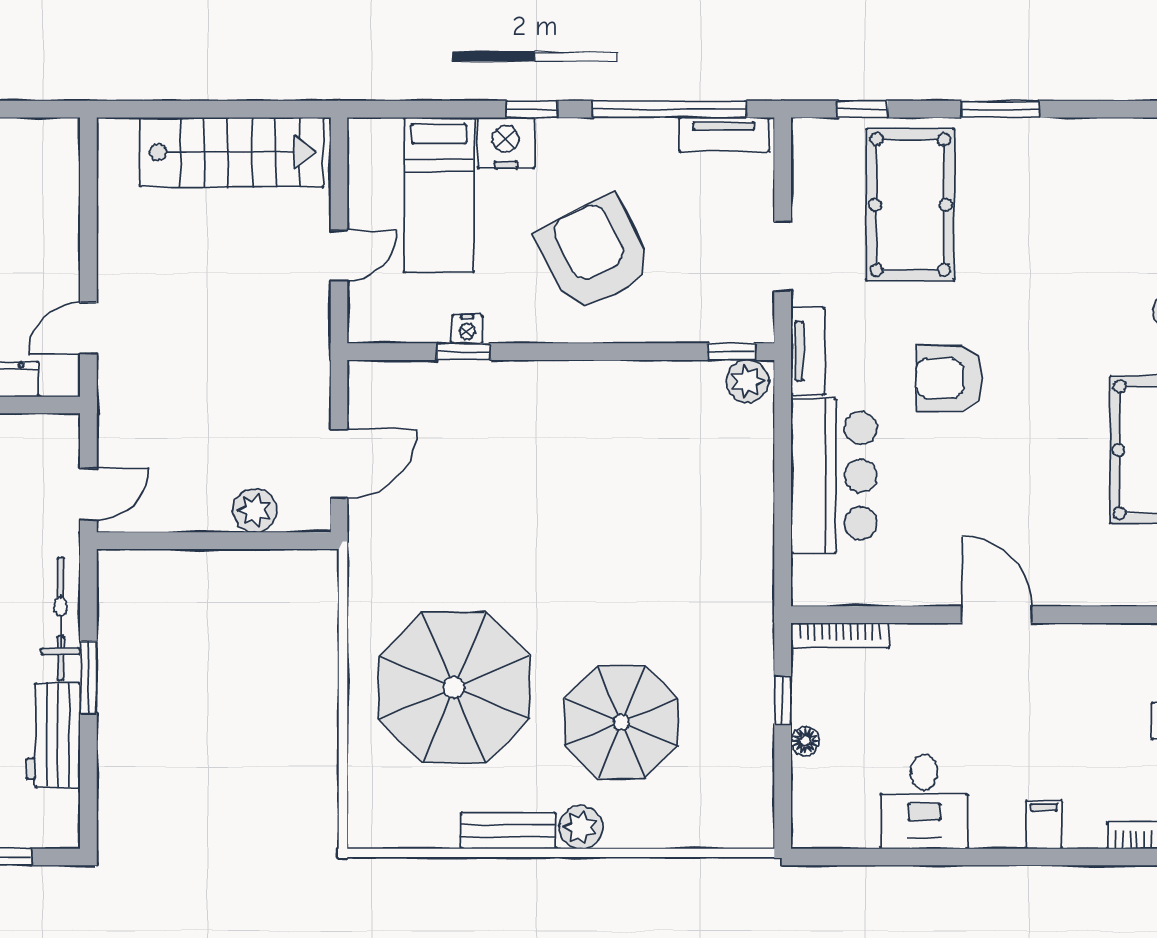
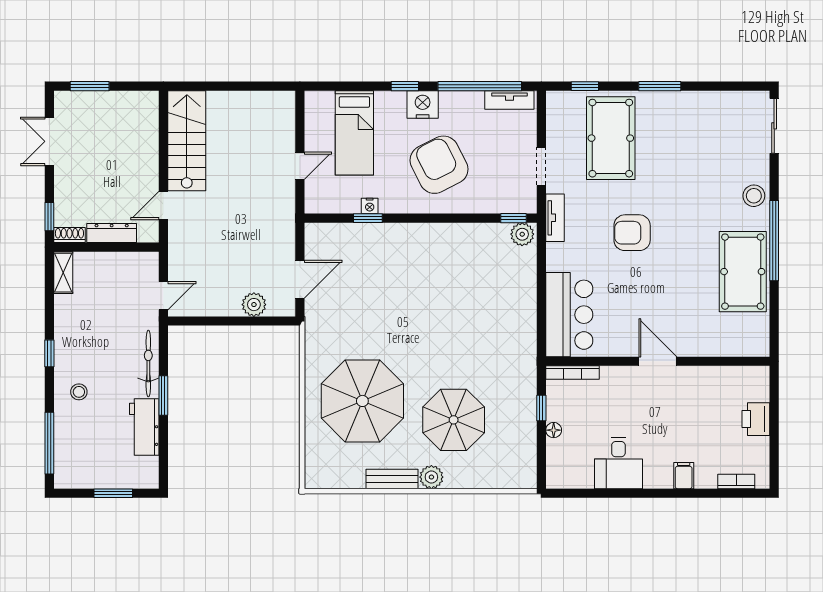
nightstand: (506, 143) -> (423, 105), moved
stairs: (232, 152) -> (187, 141), moved, turned -90
bar counter: (834, 476) -> (569, 315), moved

